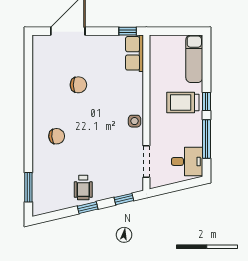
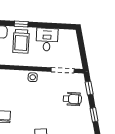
window: (206, 139) -> (49, 25), removed
desk: (187, 161) -> (47, 40), moved
wheelchair: (83, 188) -> (72, 99), moved

